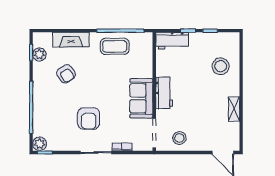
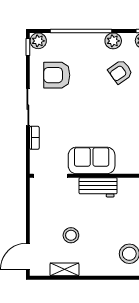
plant: (40, 80) -> (113, 41), added
shelving: (234, 109) -> (64, 269), moved
armchair: (89, 119) -> (57, 75), moved
stool: (179, 138) -> (71, 235), moved

